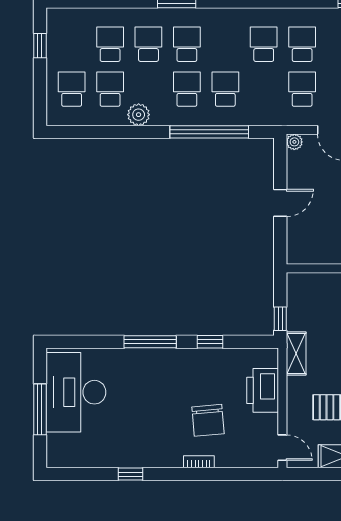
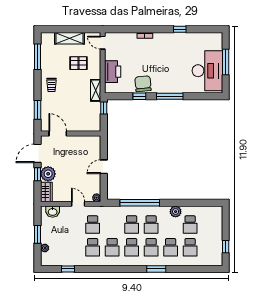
school desk: (72, 89) -> (132, 247), moved
chair: (208, 420) -> (143, 84), moved

